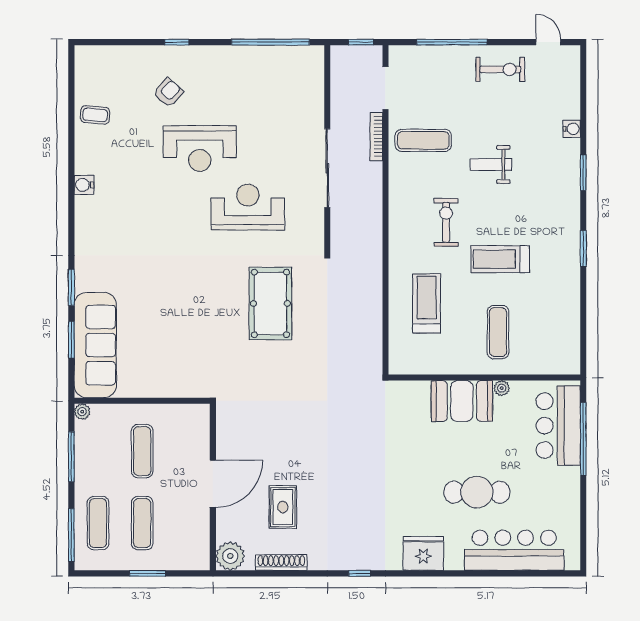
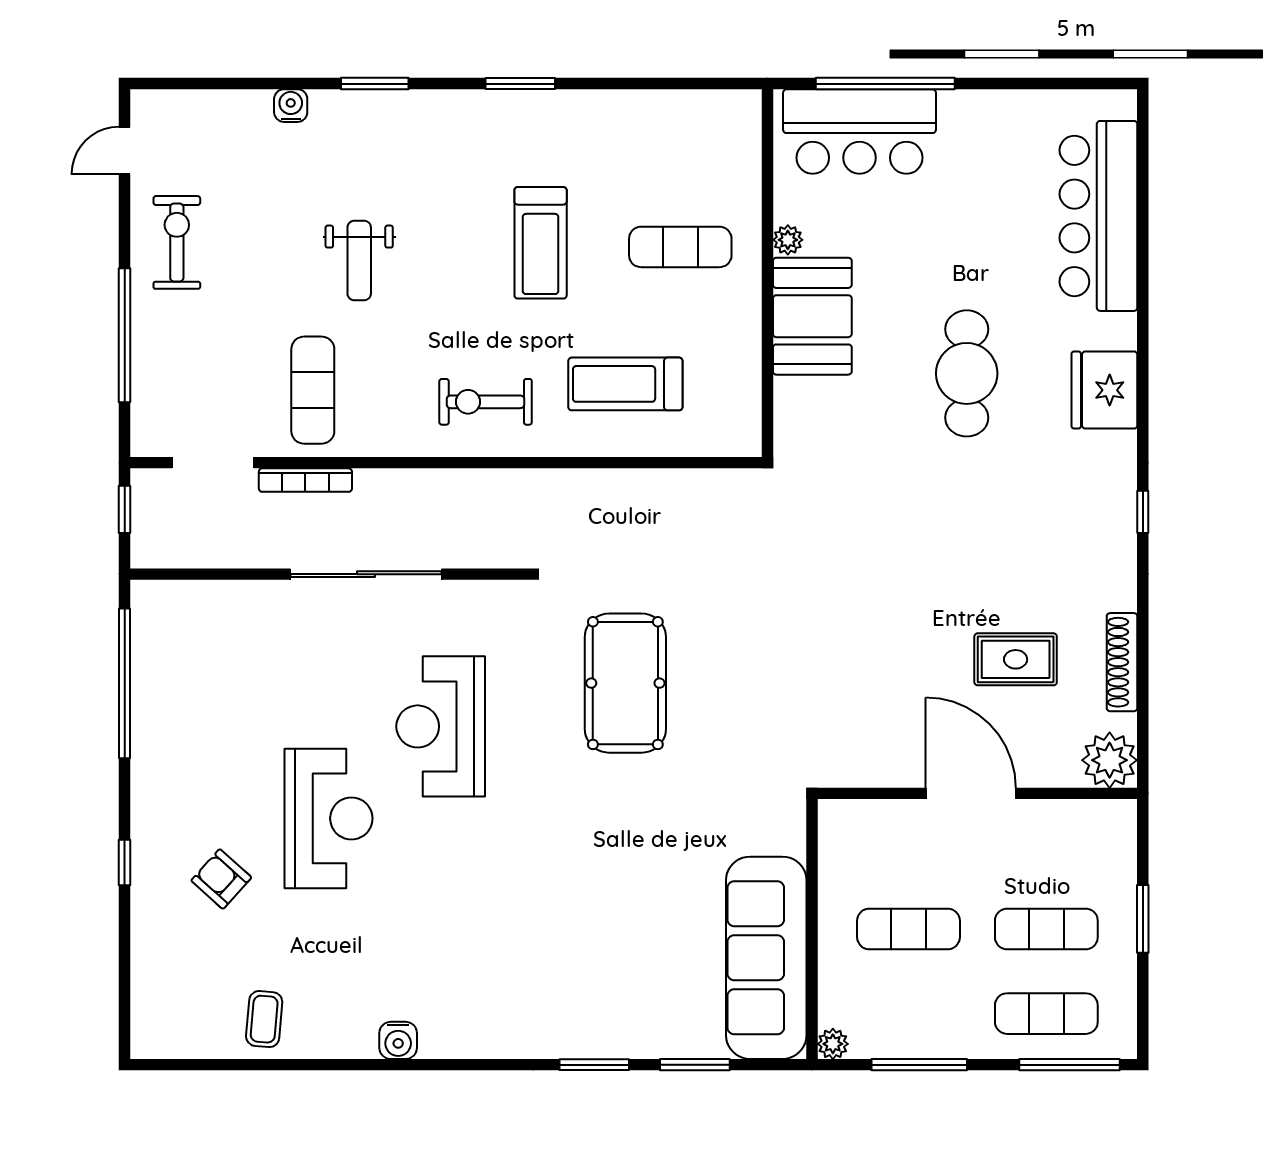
exercise bike: (446, 222) -> (485, 402), moved
pool table: (270, 303) -> (625, 683), turned 90
sofa: (95, 345) -> (766, 958), moved, turned -90
cafe table: (477, 492) -> (967, 373), moved

